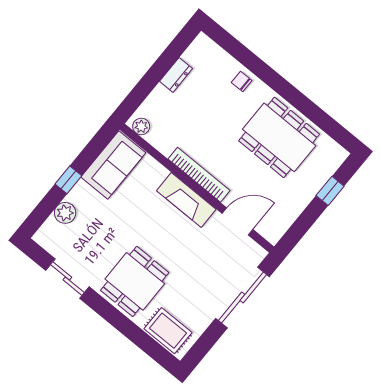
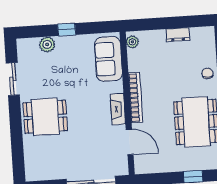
sofa: (113, 165) -> (108, 59), moved, turned 90
fireplace: (186, 200) -> (118, 109), width x0.73, depth x0.76
rug: (168, 331) -> (36, 160), removed

